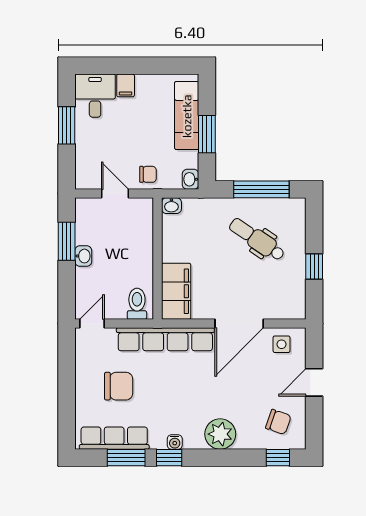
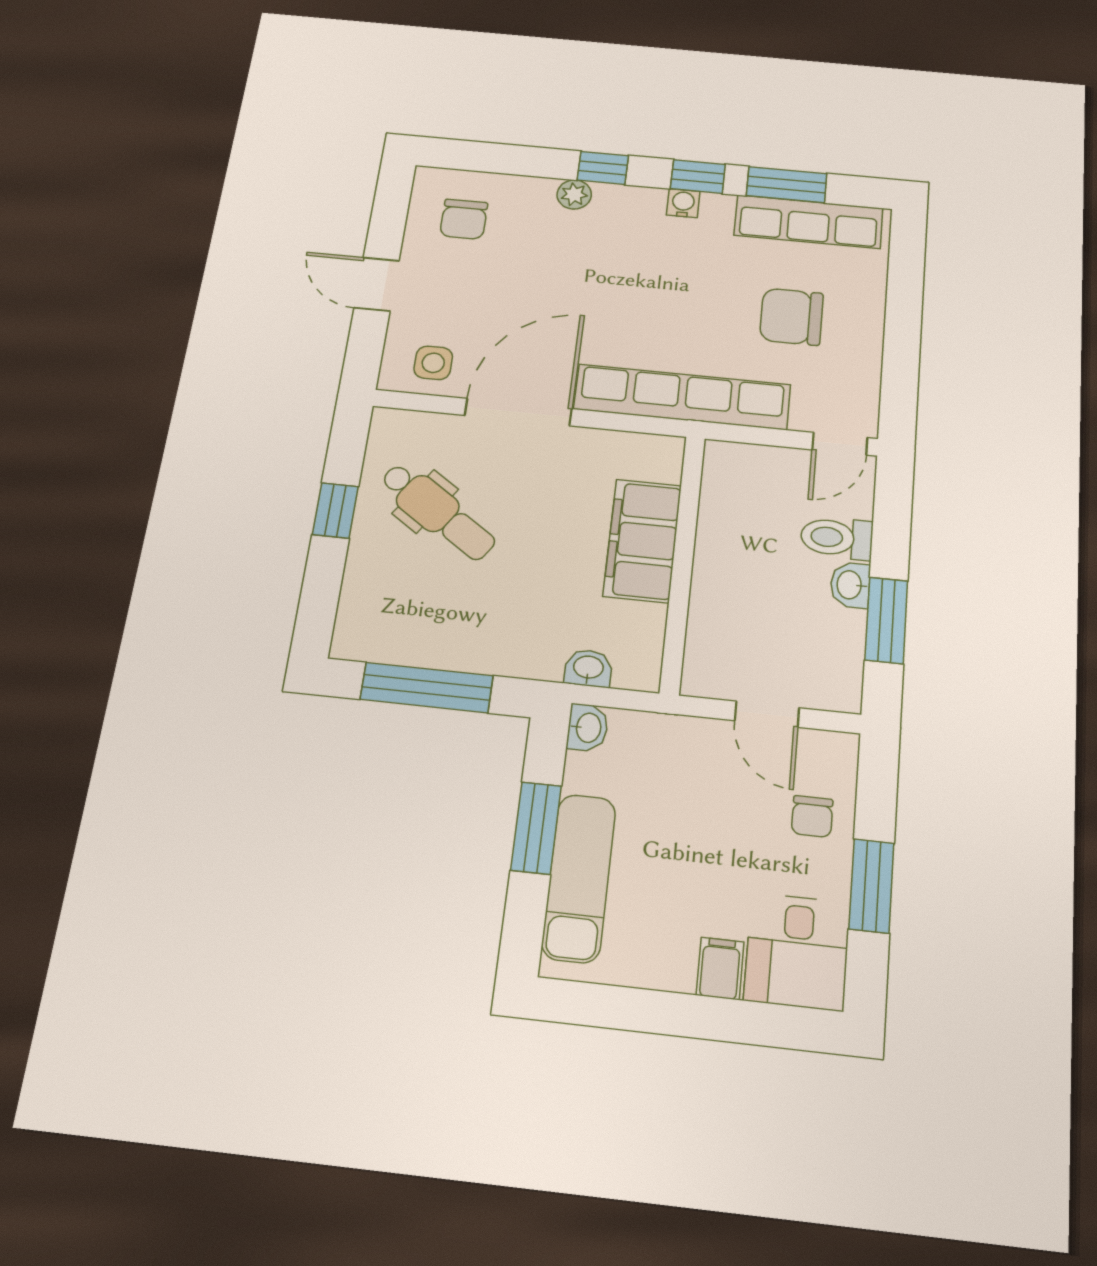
chair: (148, 174) -> (812, 816), moved, turned -90
washbasin: (171, 206) -> (588, 668), moved
dental chair: (257, 239) -> (438, 511), moved
filing cabinet: (176, 291) -> (642, 541), moved
toilet: (137, 304) -> (837, 538), moved, turned 90
door: (314, 382) -> (377, 284), swing flipped
chair: (278, 422) -> (464, 219), turned -109
plant: (220, 434) -> (574, 195), width x0.53, depth x0.53
window: (278, 458) -> (603, 168), moved

